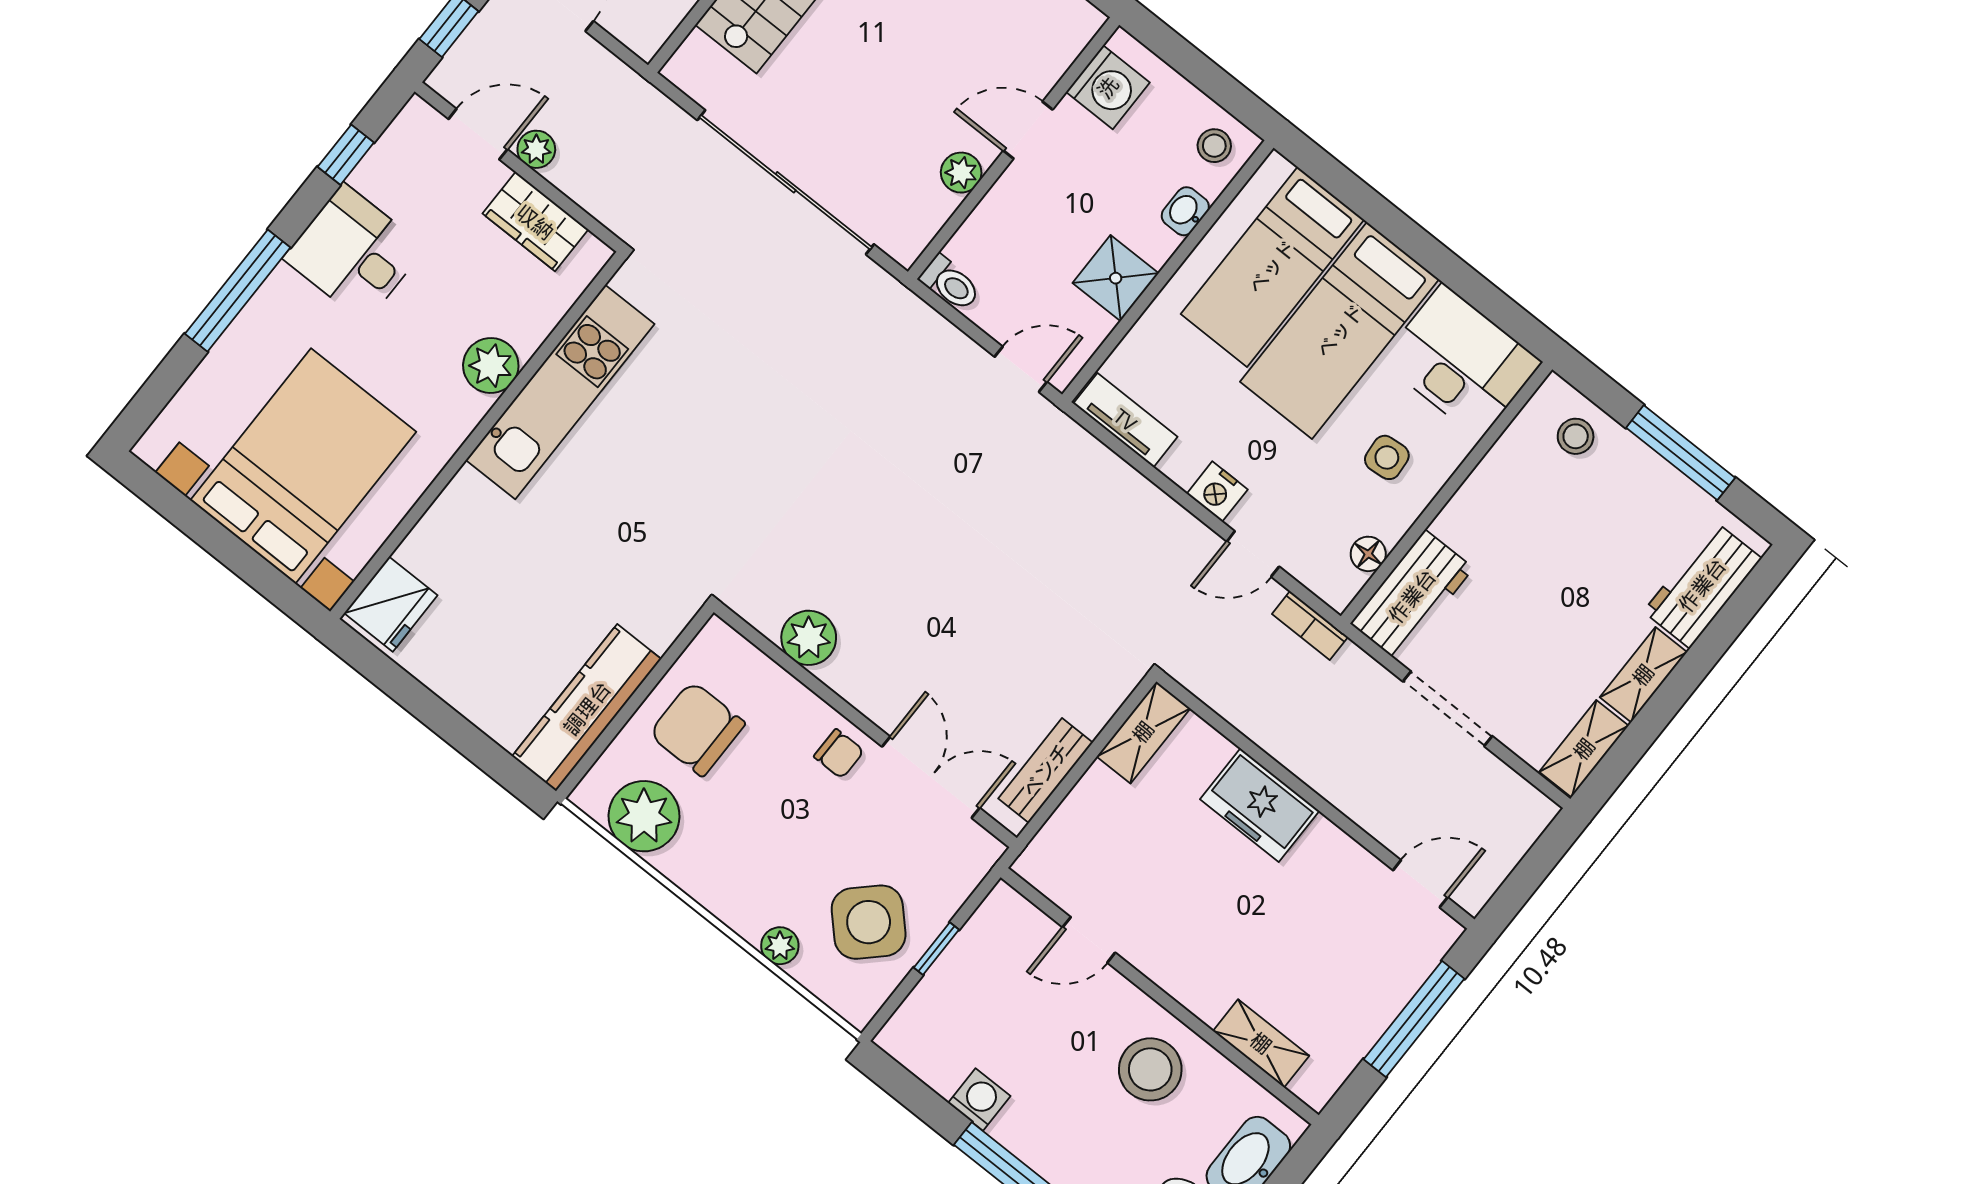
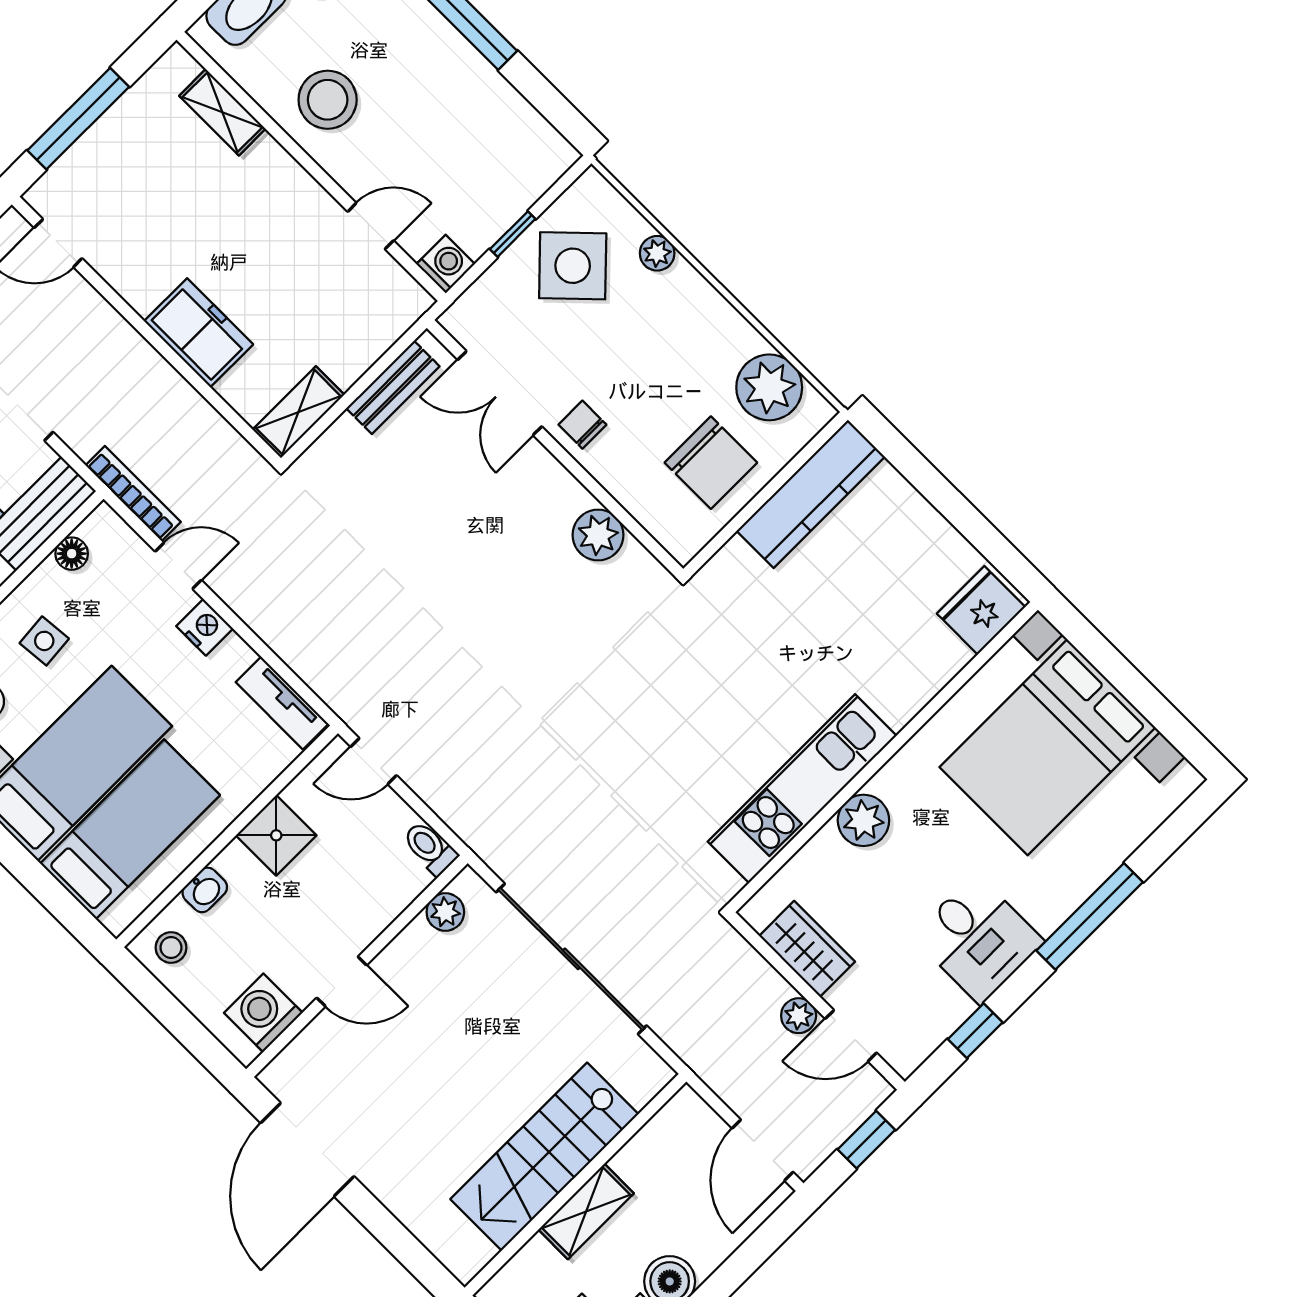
plant: (961, 173) -> (445, 912), moved
bookcase: (1310, 626) -> (133, 494), width x1.56
washing machine: (979, 1099) -> (446, 264), moved, turned 180

